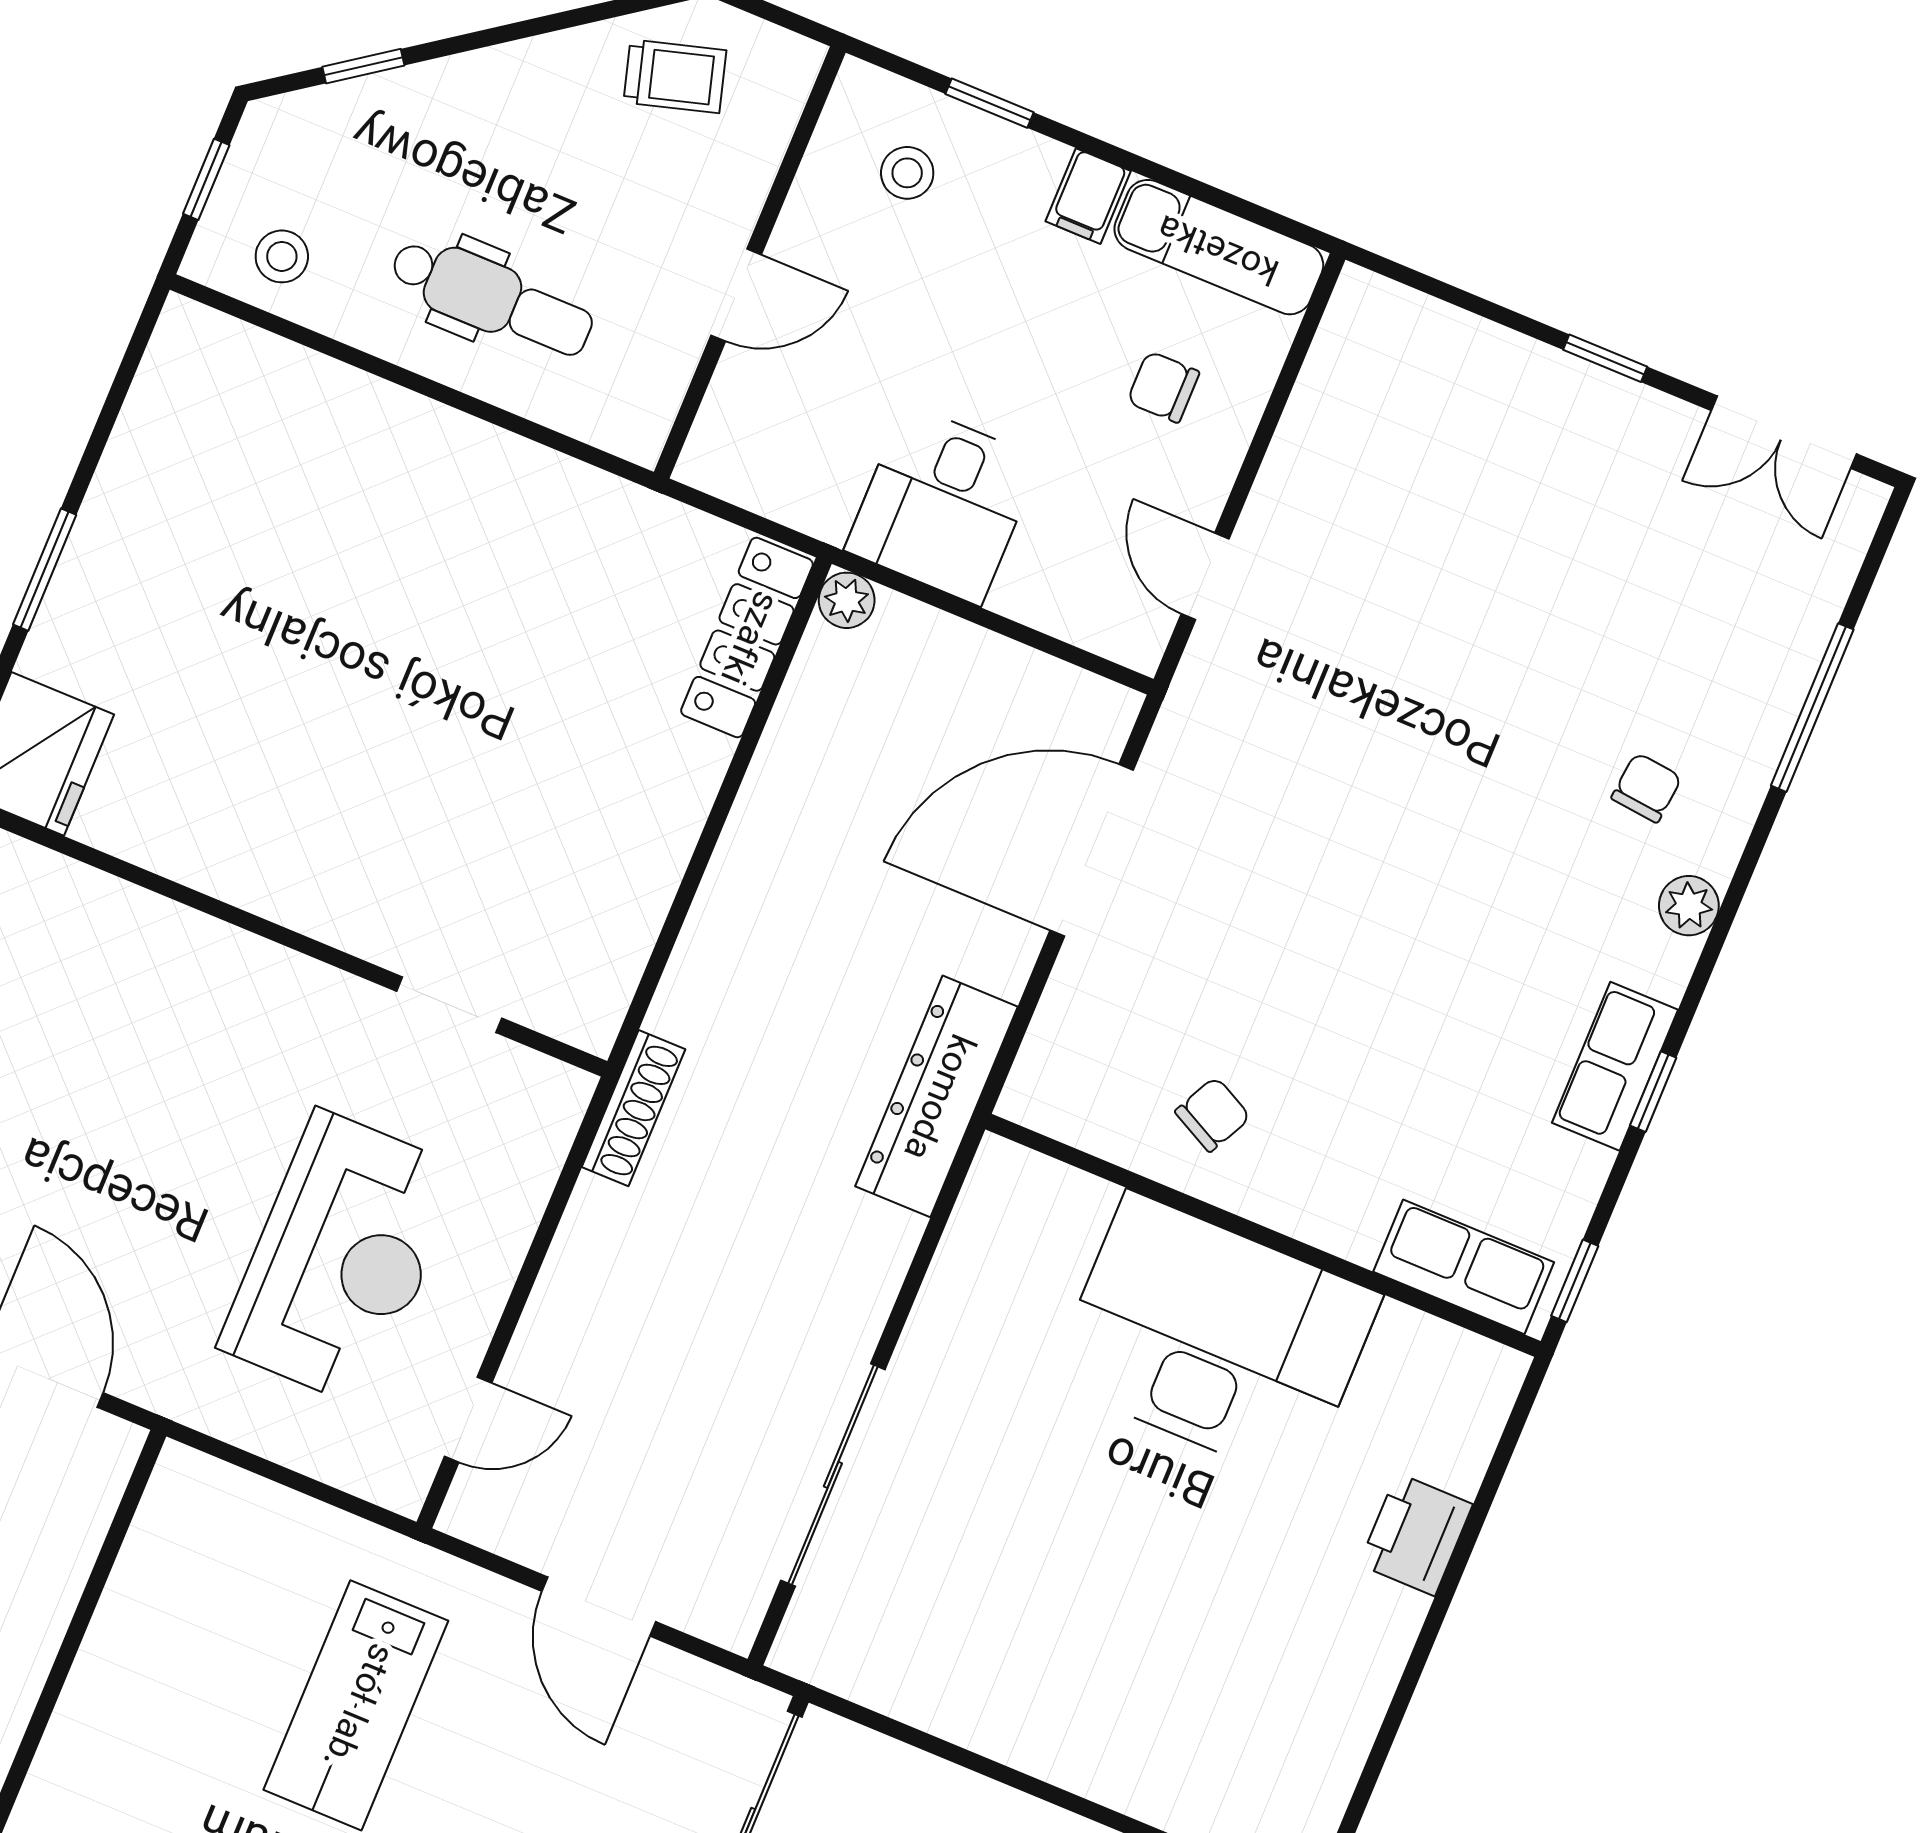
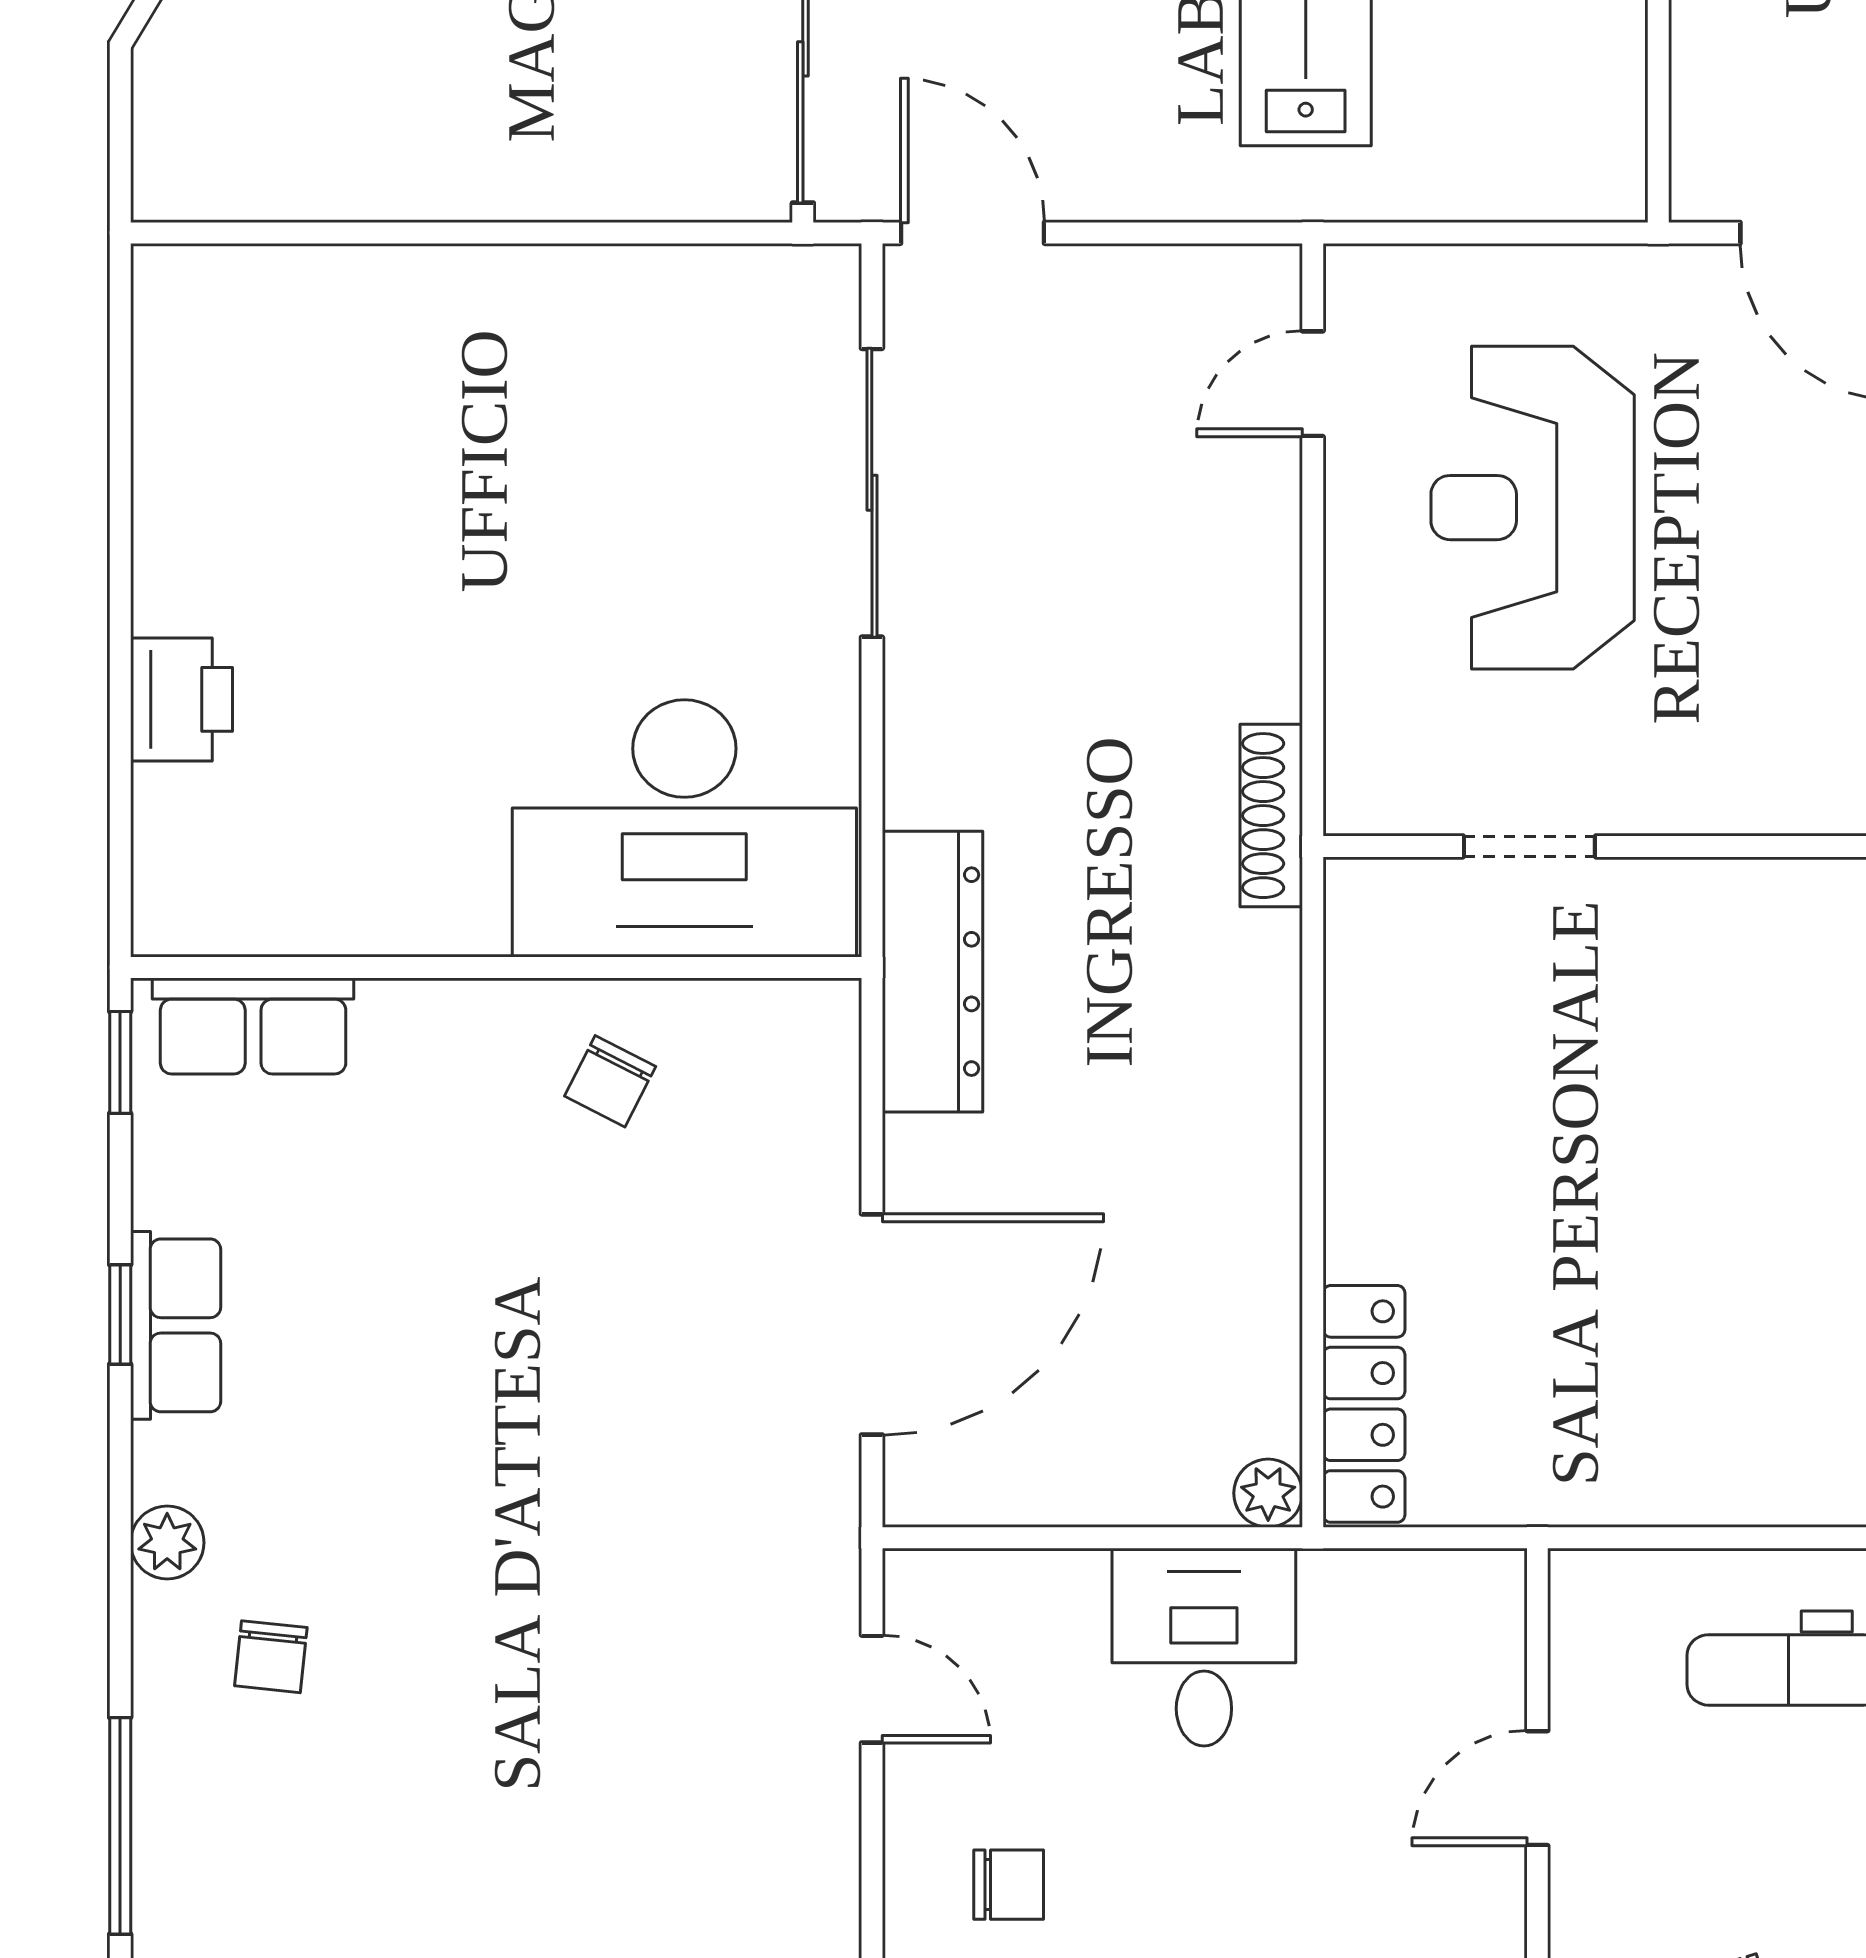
desk: (1215, 1338) -> (684, 828), moved
door: (599, 1606) -> (973, 233), moved

